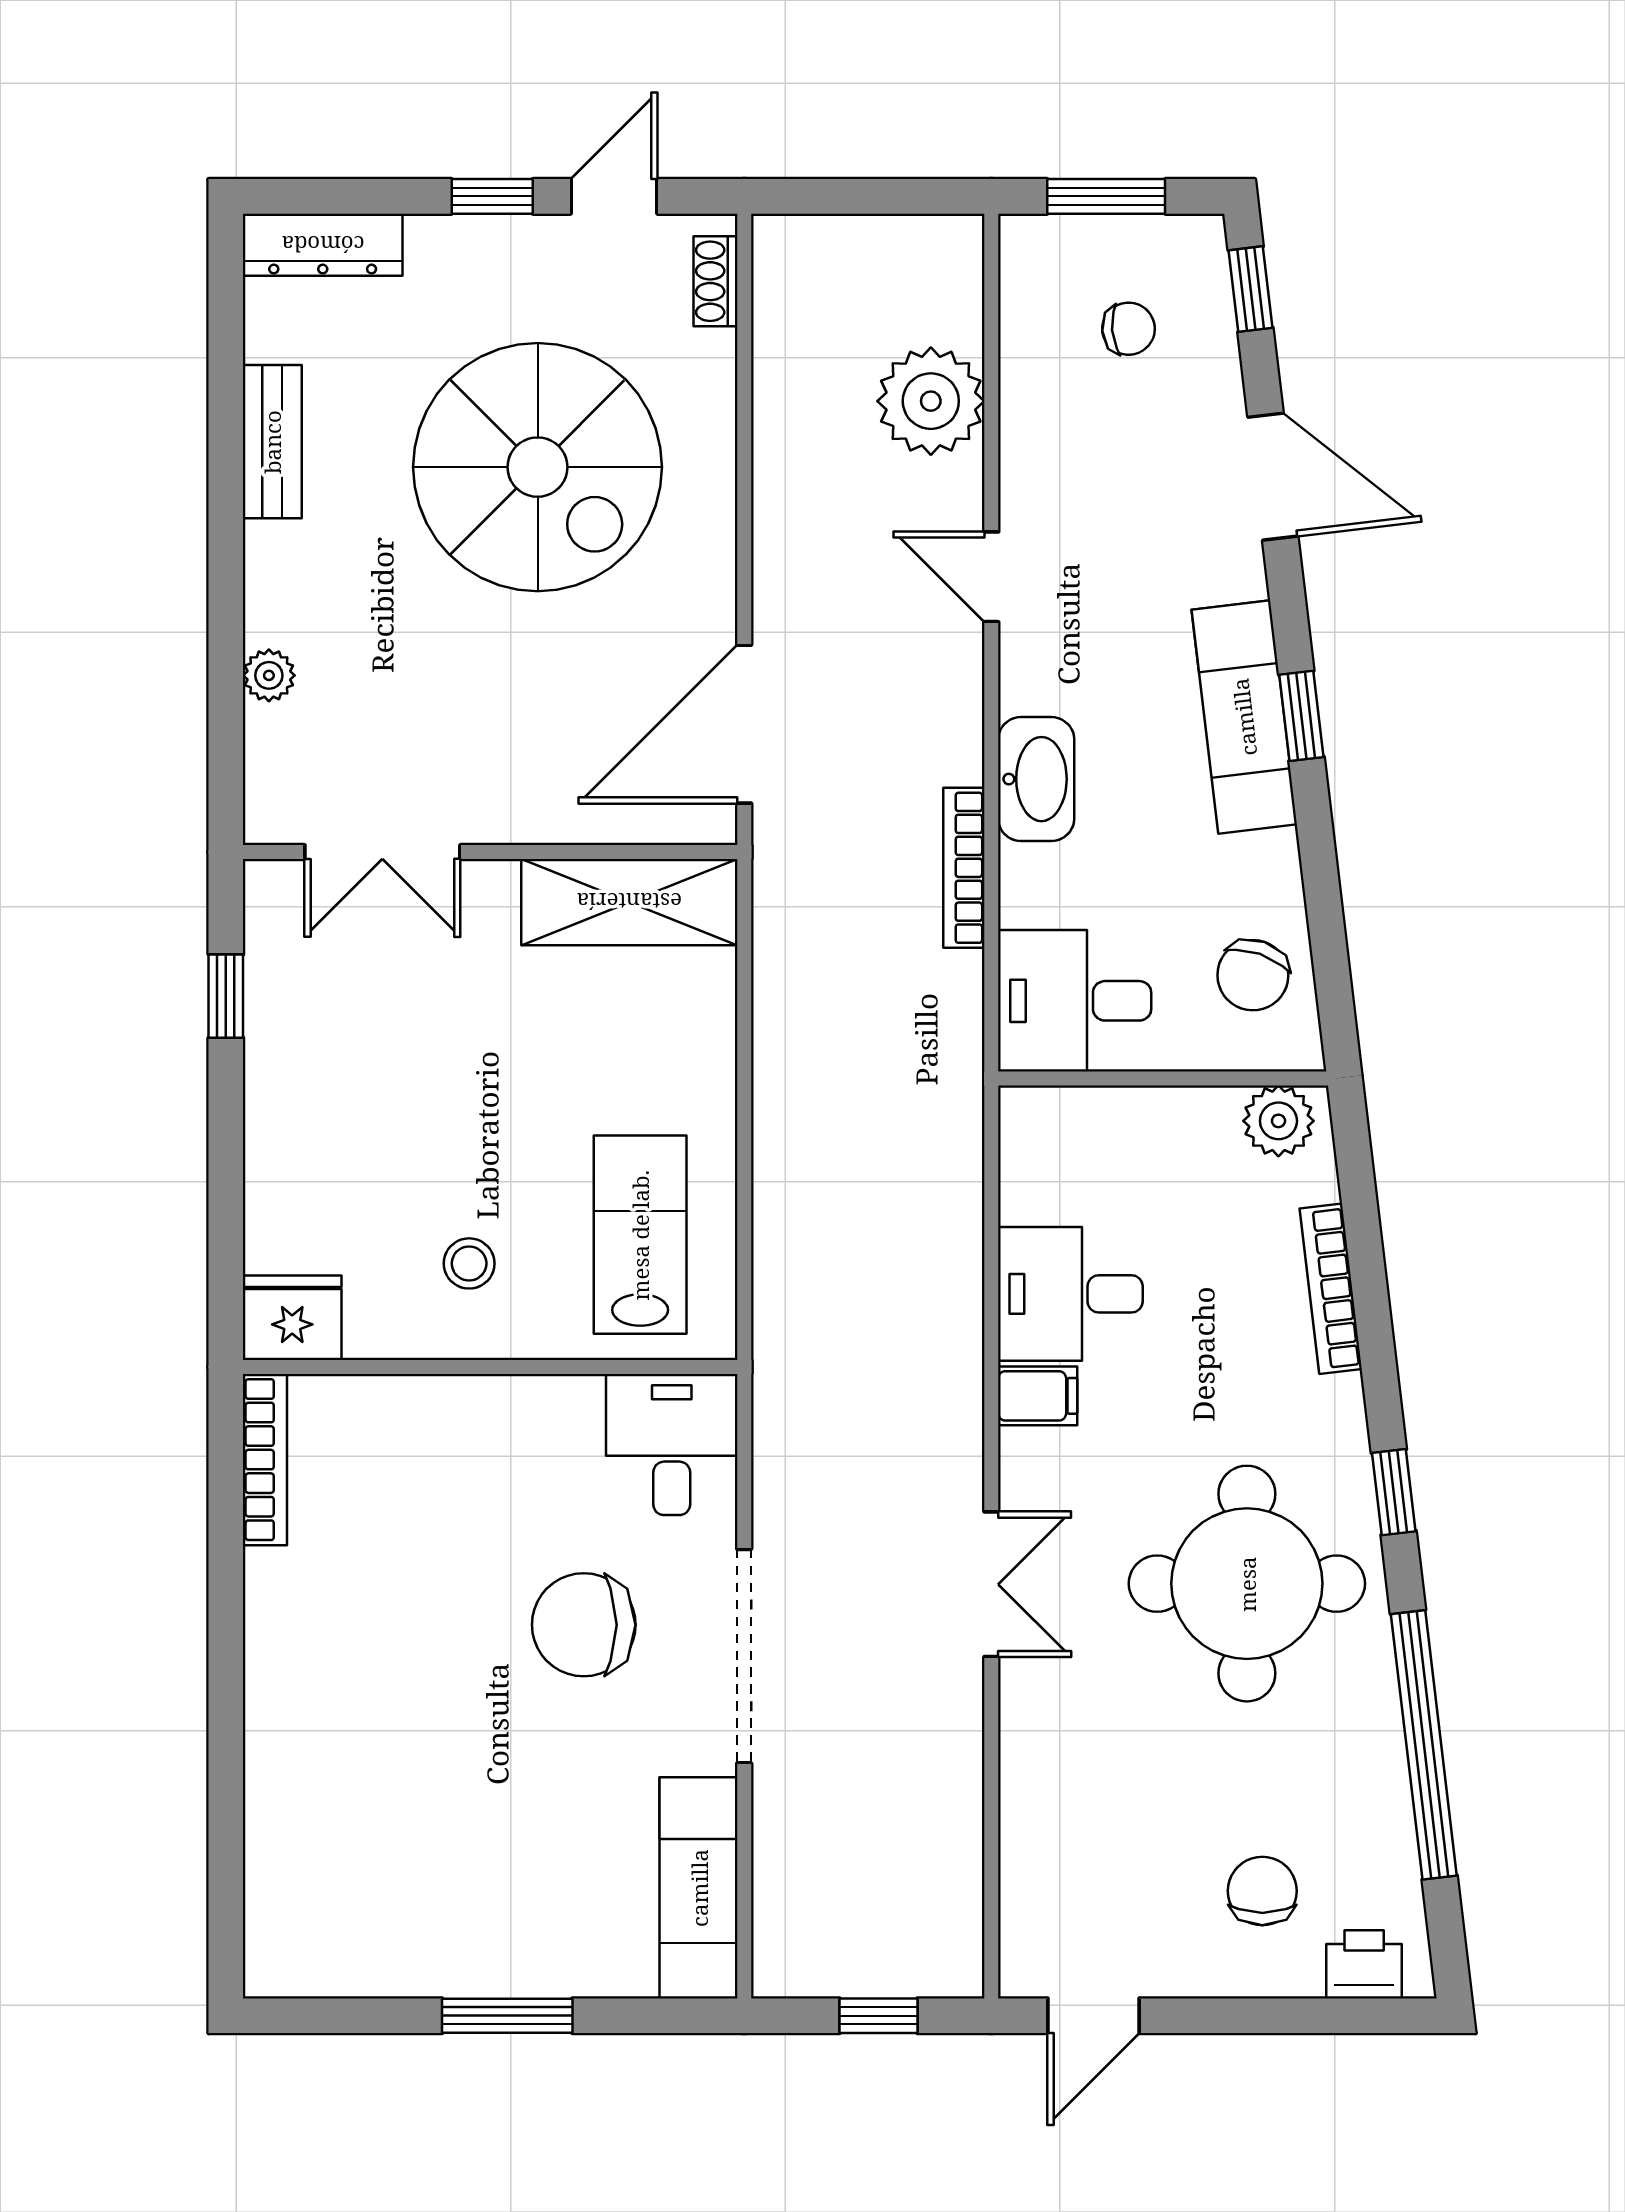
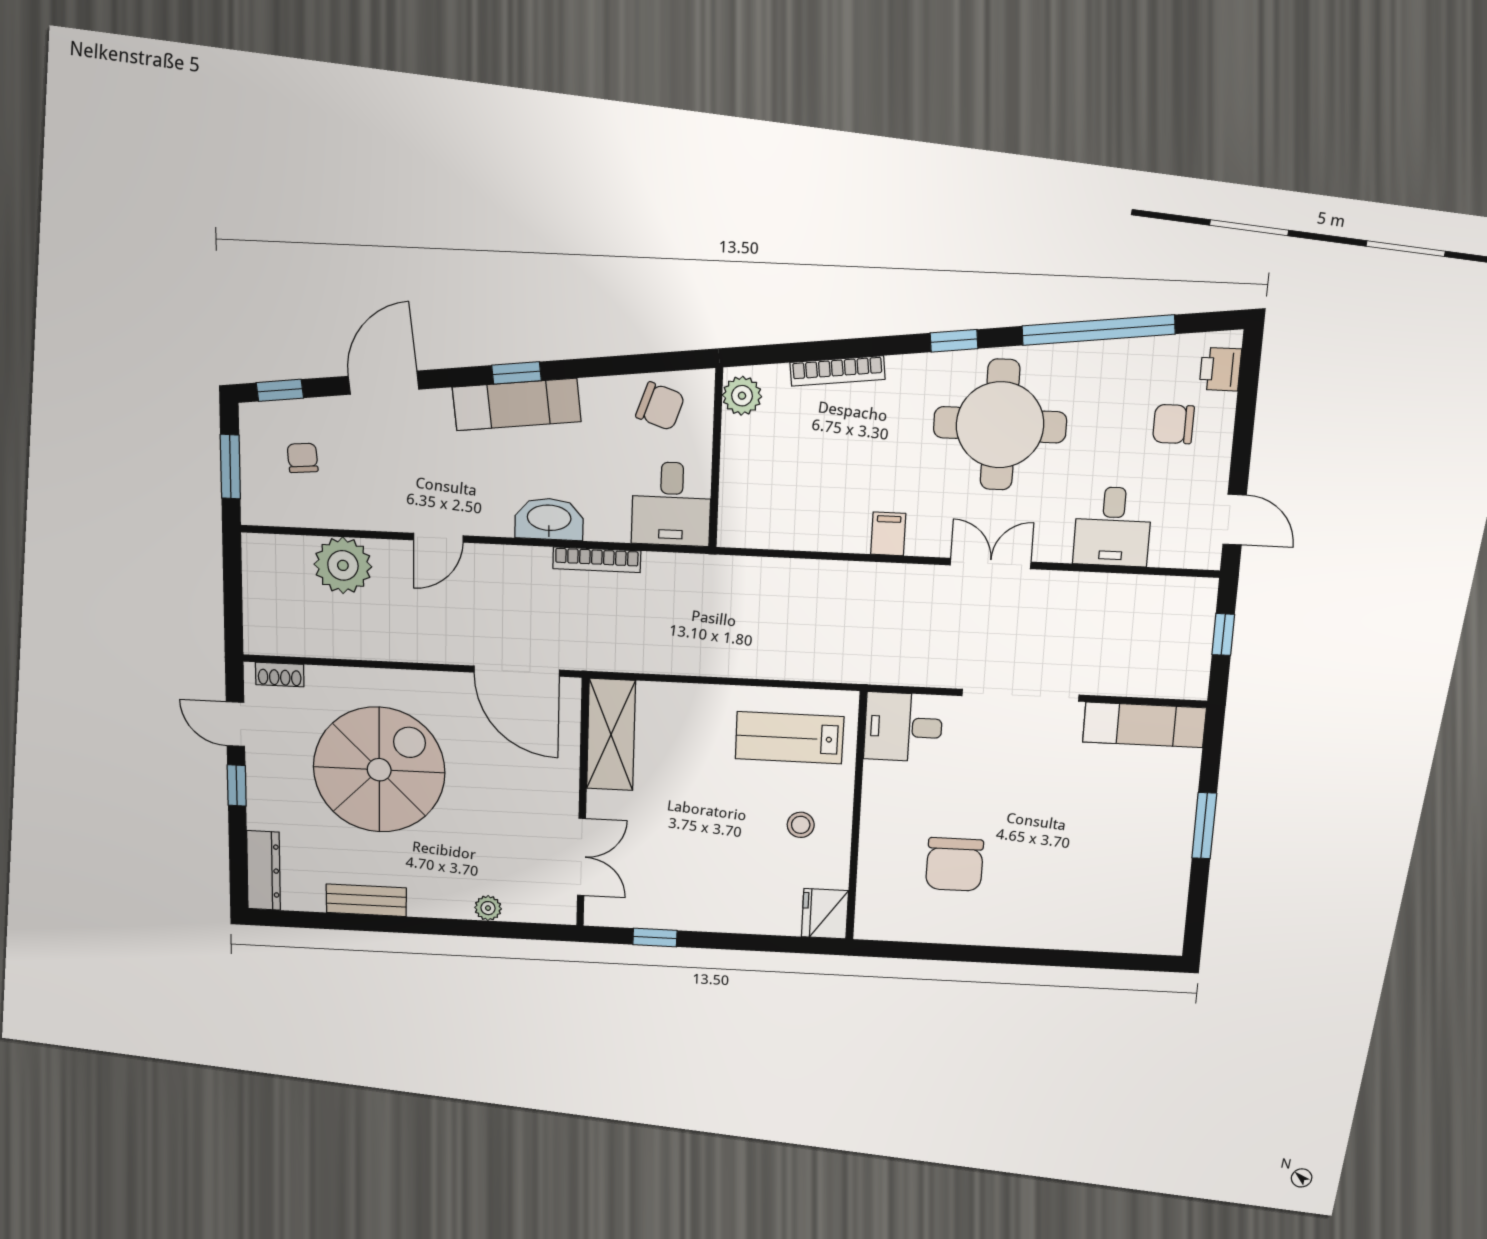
desk: (1070, 1294) -> (1113, 527), moved
bookcase: (265, 1460) -> (899, 931), removed
chair: (584, 1625) -> (955, 864), moved

